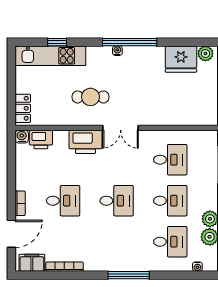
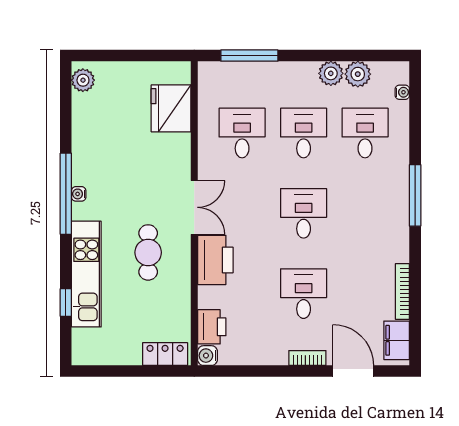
water cooler: (117, 51) -> (79, 194), moved
kitchen unit: (50, 56) -> (86, 274), moved
fridge: (181, 59) -> (171, 108), moved, turned 180

